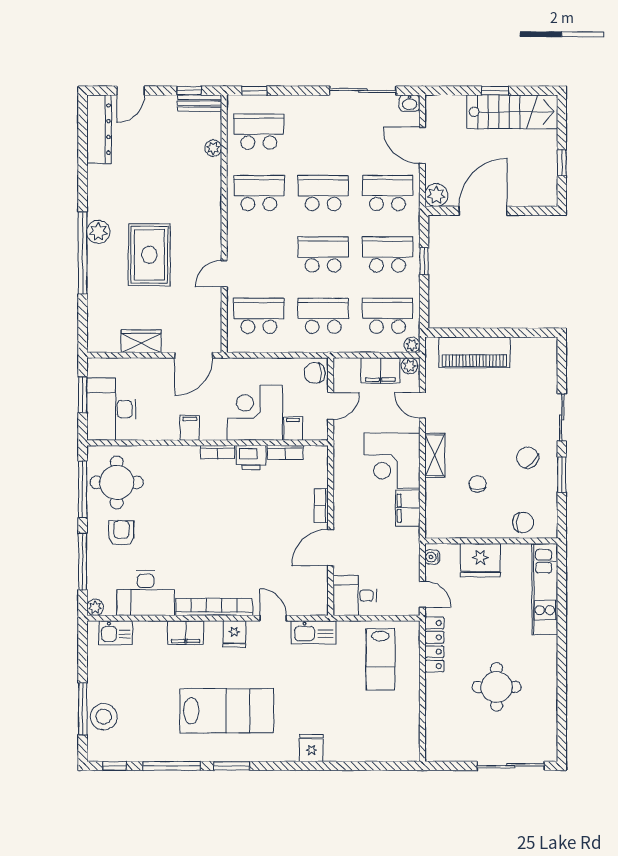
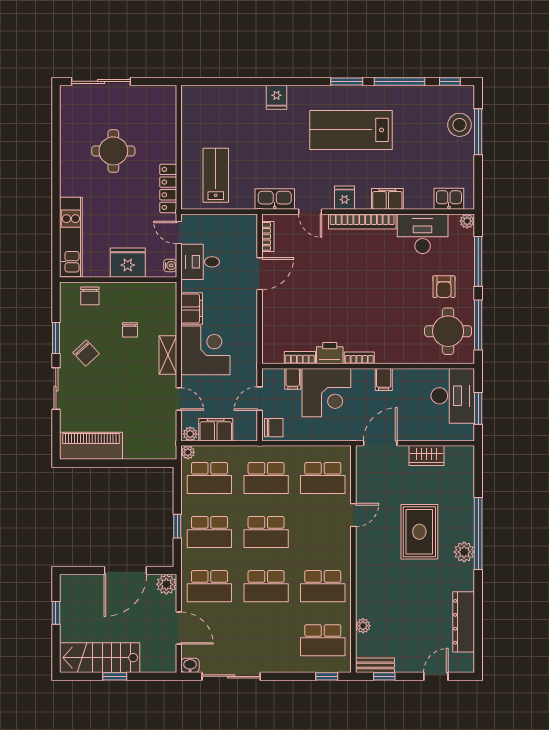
dresser: (99, 129) -> (464, 622), moved
piano: (474, 352) -> (91, 446), moved
bookcase: (321, 506) -> (268, 236), moved
chair: (523, 523) -> (90, 296), turned -93
desk: (355, 595) -> (200, 262), moved, turned 180

